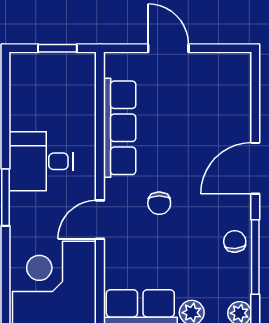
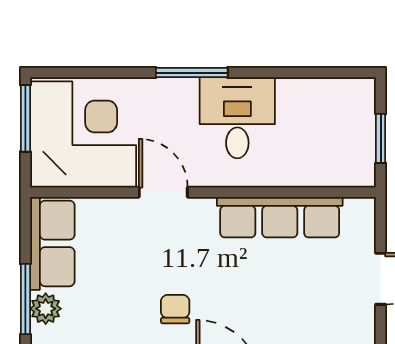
chair: (159, 203) -> (175, 309), moved, turned 90

